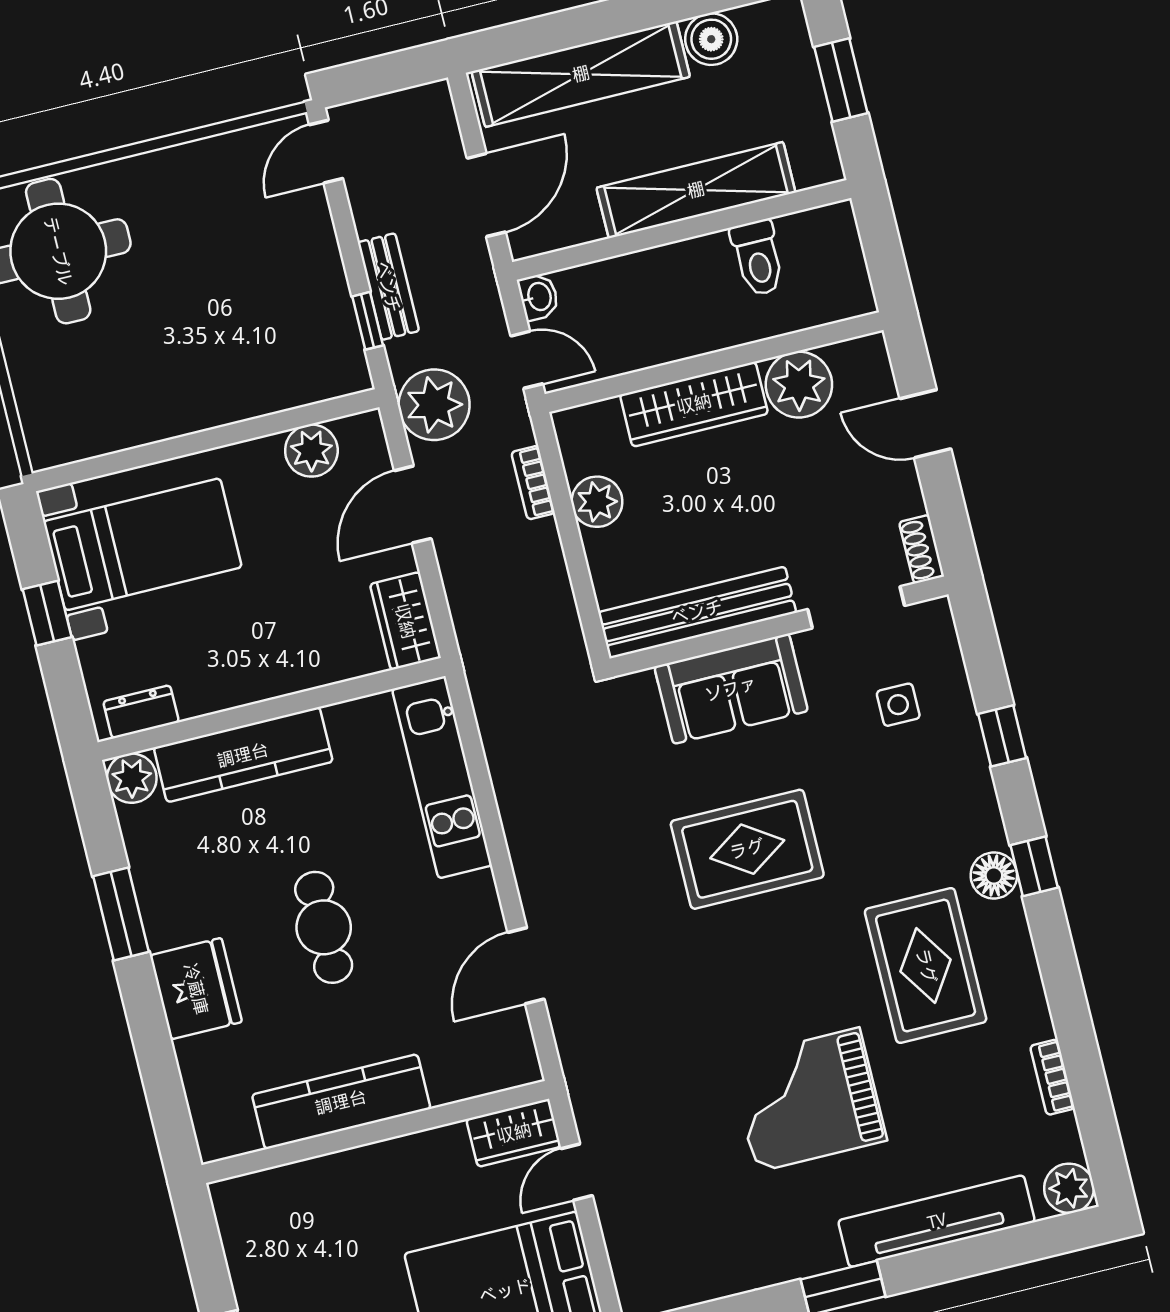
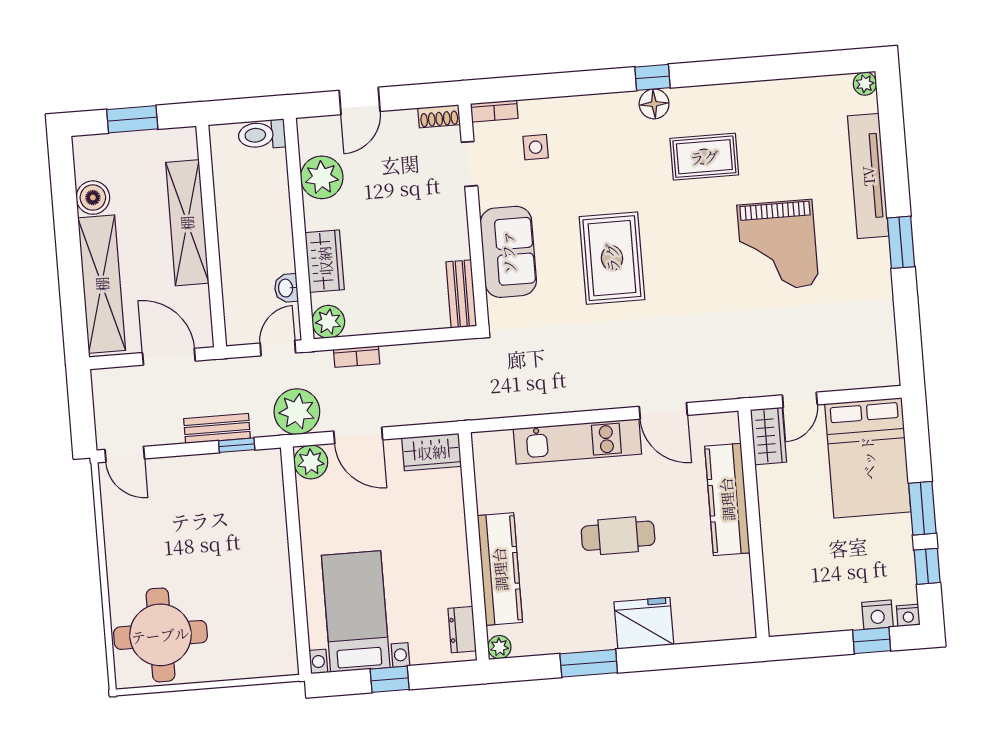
toilet: (758, 258) -> (262, 135), moved, turned 180
washbasin: (538, 297) -> (286, 288), moved, turned -90
wardrobe: (694, 404) -> (325, 261), width x0.67
plant: (311, 451) -> (311, 462), moved
plant: (597, 502) -> (328, 322), moved
doorway: (856, 607) -> (469, 164), width x0.73
bench: (697, 612) -> (461, 294), width x0.54, depth x0.82
window: (1002, 736) -> (566, 84), removed
kitchen unit: (442, 777) -> (577, 441), moved
plant: (132, 778) -> (499, 647), width x0.73, depth x0.73
rug: (926, 966) -> (704, 157), width x0.73, depth x0.70
bookcase: (1052, 1077) -> (494, 111), moved
kitchen counter: (341, 1102) -> (727, 499), moved
door: (577, 1172) -> (800, 400), hinge flipped
plant: (1069, 1188) -> (865, 84), width x0.73, depth x0.73

